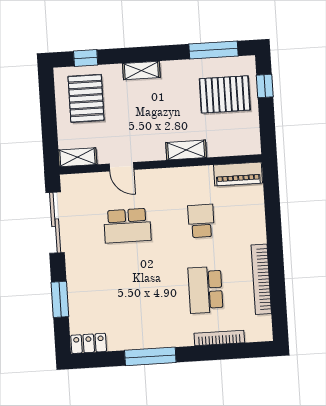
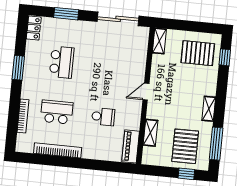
shelving: (141, 70) -> (209, 109), moved
shelving: (186, 150) -> (150, 133), moved
door: (122, 167) -> (146, 92), moved
school desk: (127, 226) -> (62, 62), moved, turned 180
window: (150, 356) -> (18, 68), width x0.69

